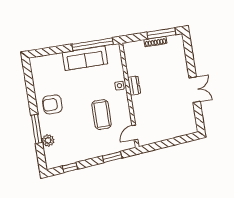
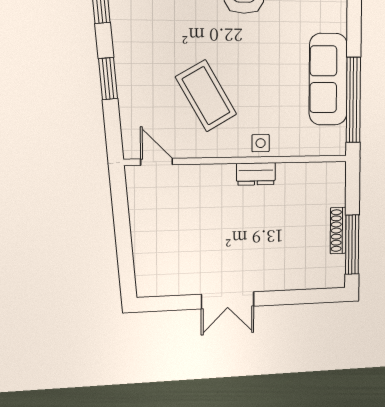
coffee table: (102, 115) -> (206, 96), turned 60
window: (112, 157) -> (108, 79), moved

